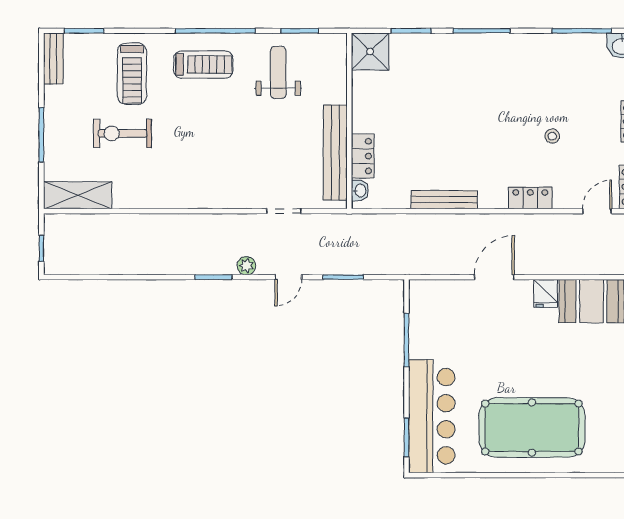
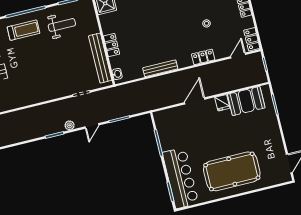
weight bench: (278, 72) -> (62, 25), turned 90
locker: (363, 156) -> (112, 45), moved

